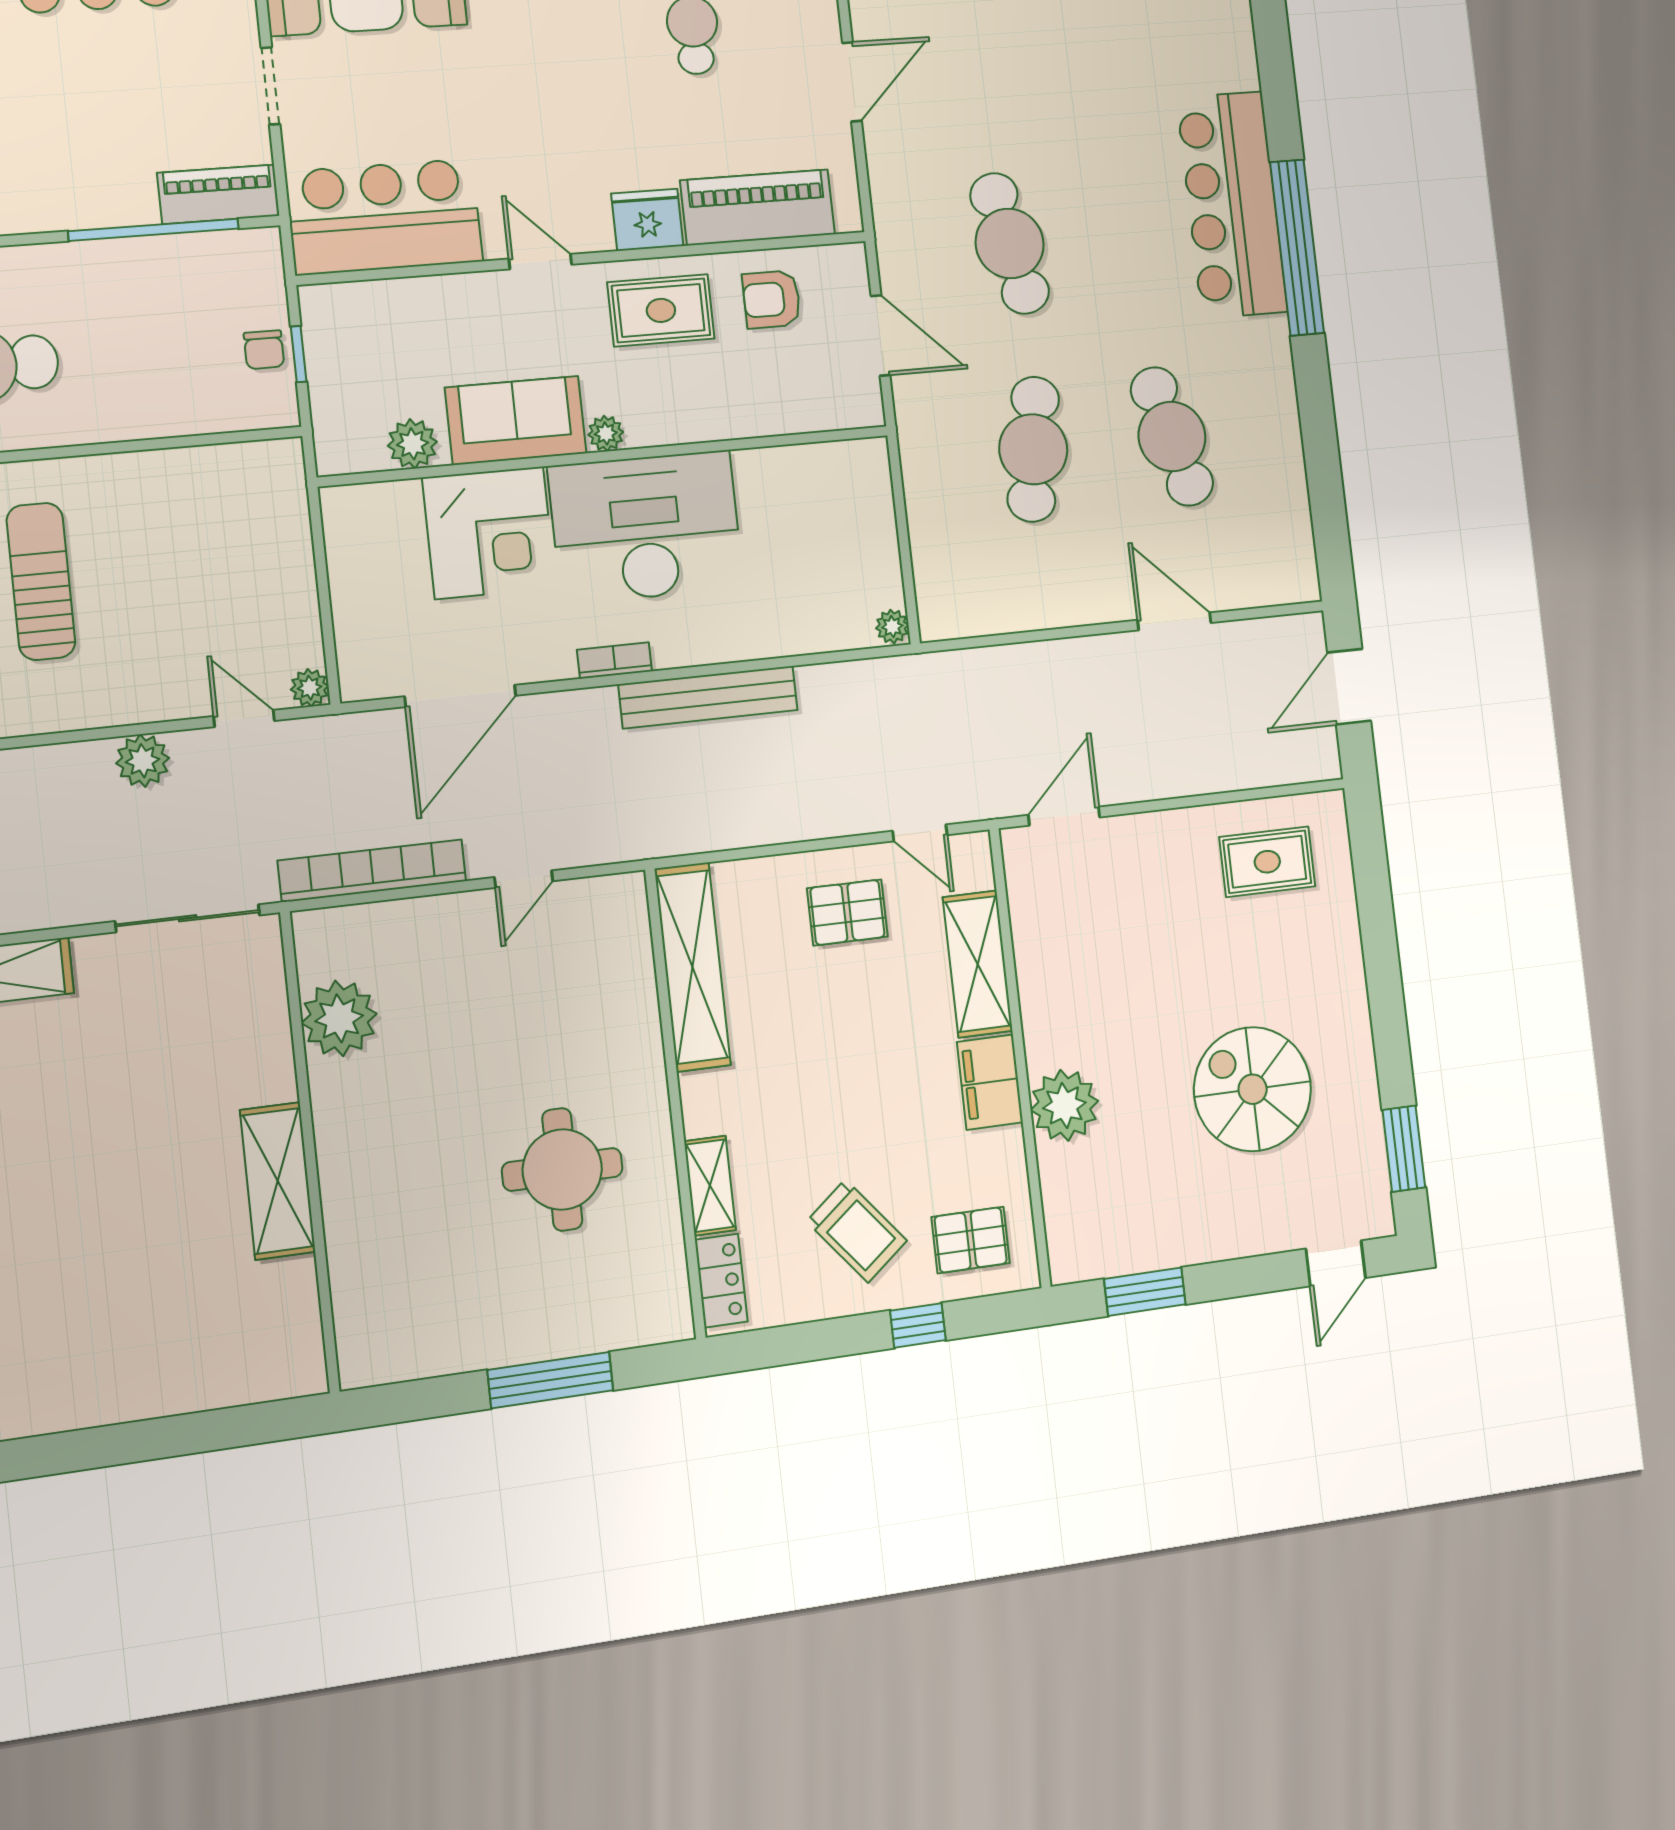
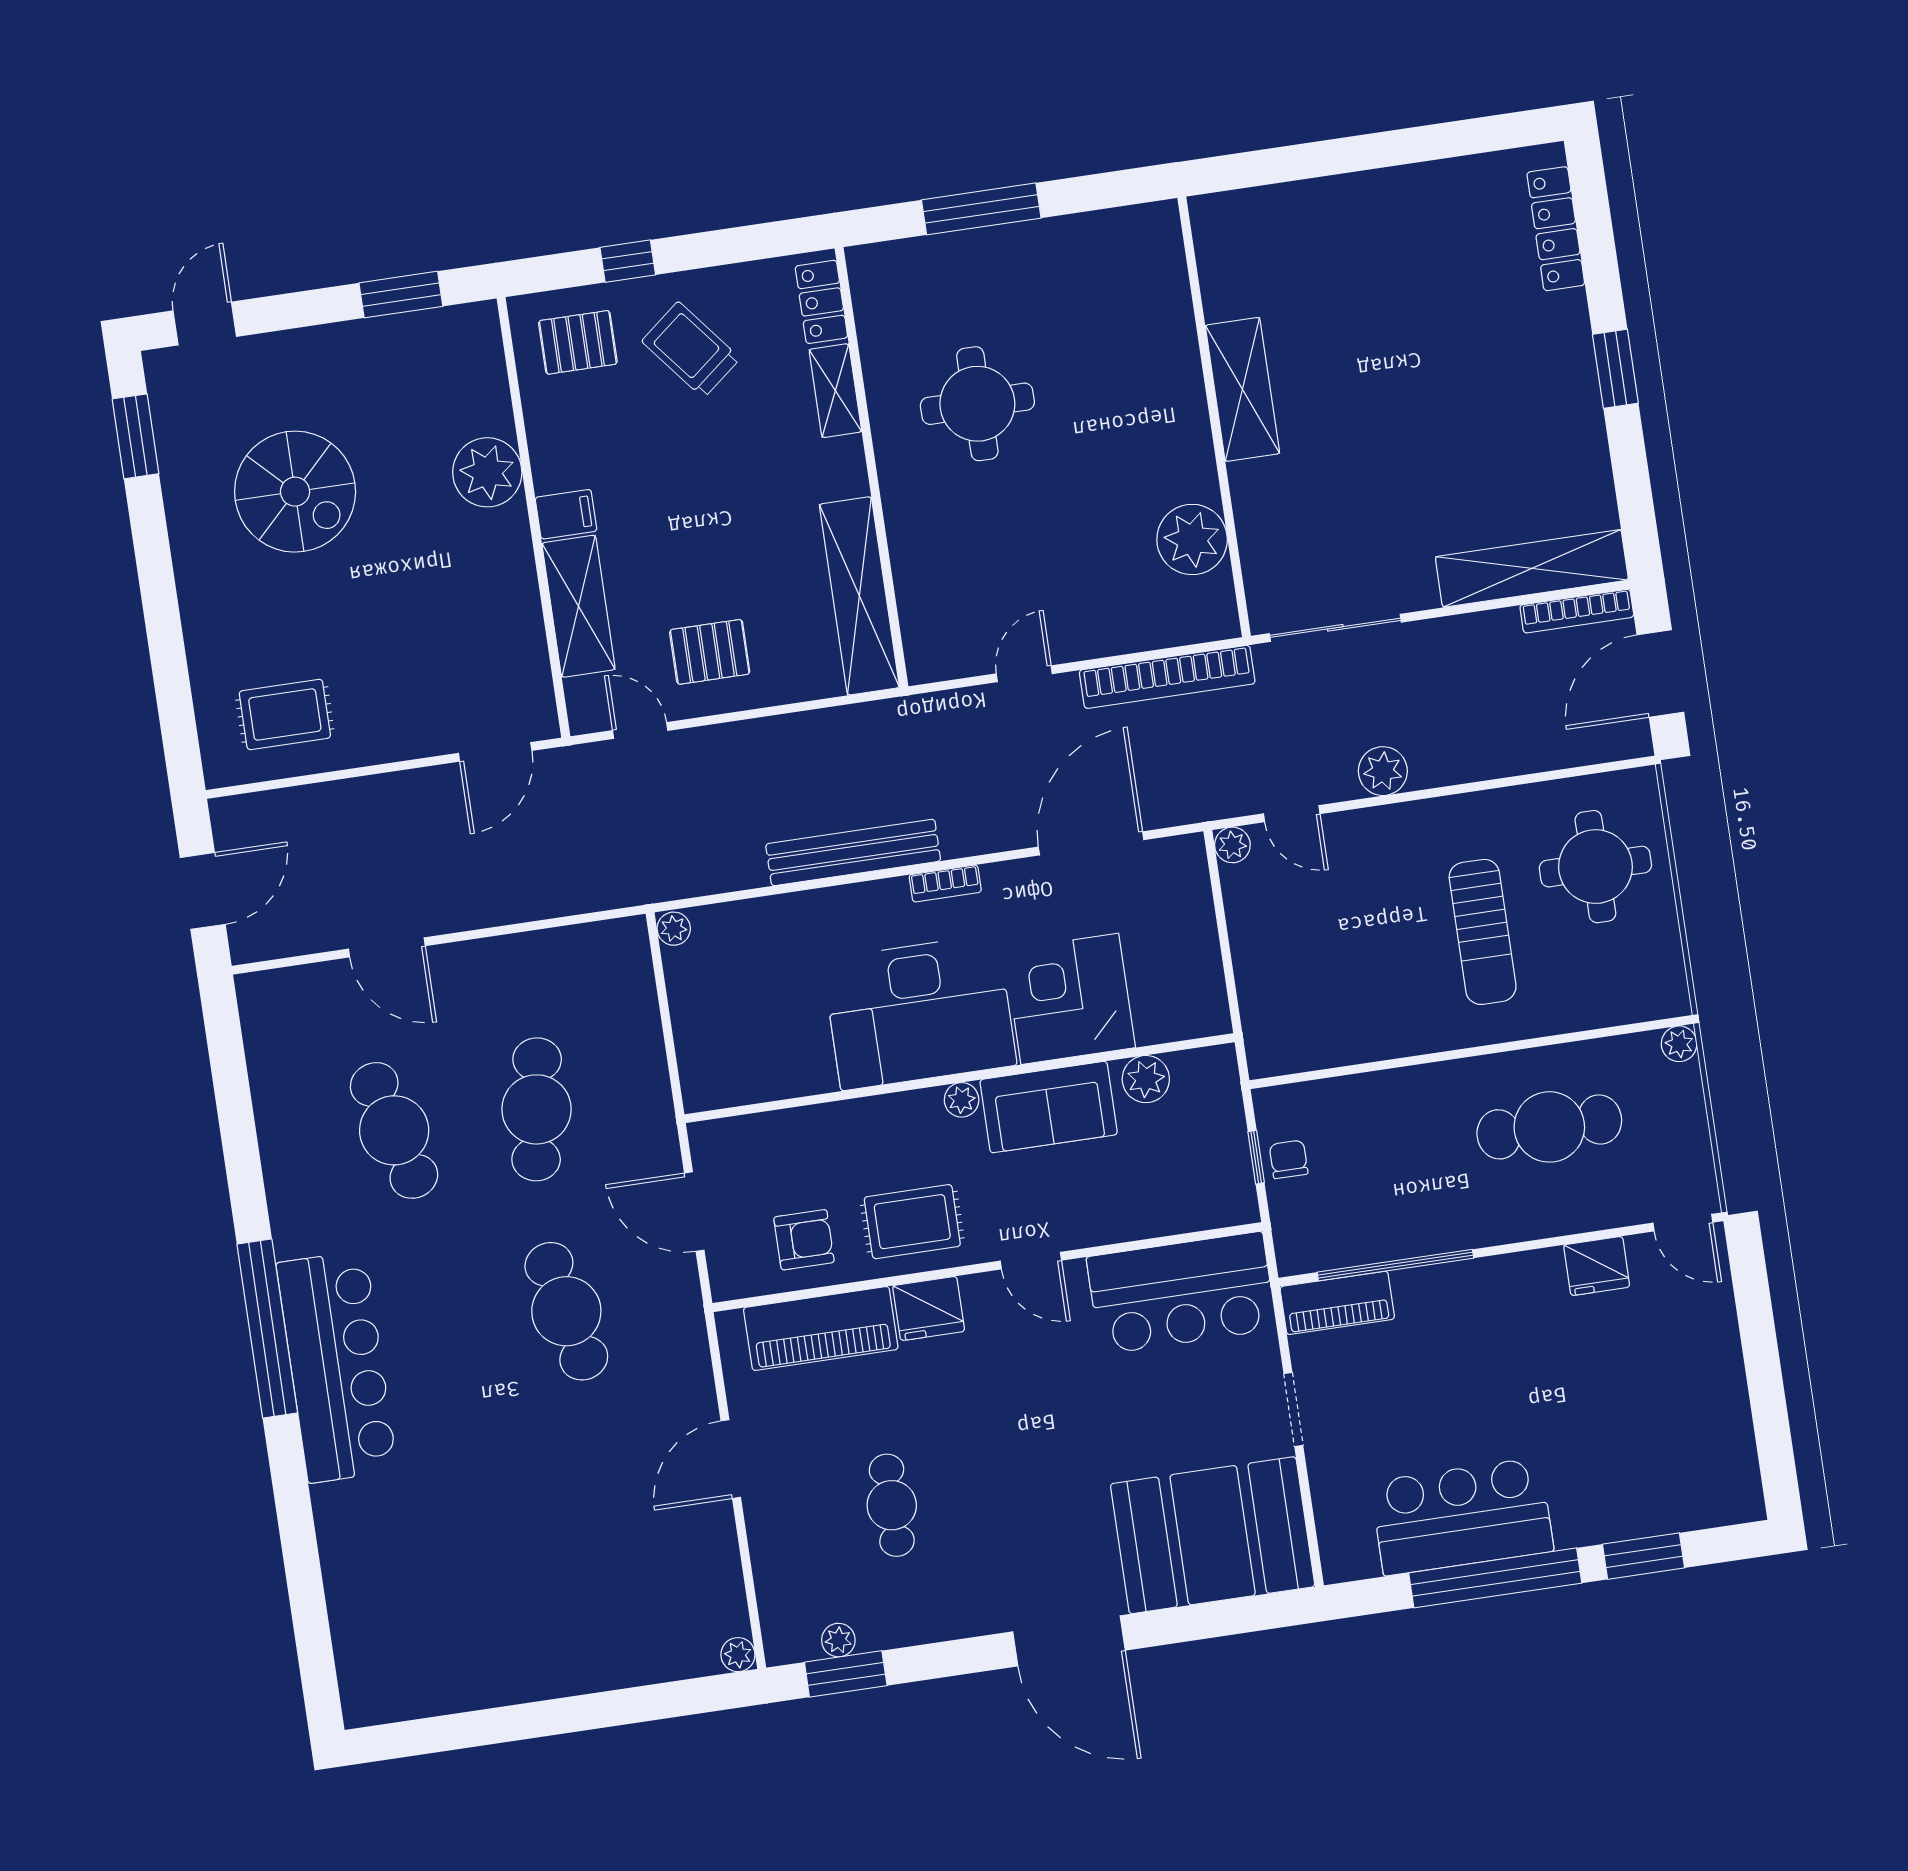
filing cabinet: (990, 1082) -> (566, 514), width x0.50

